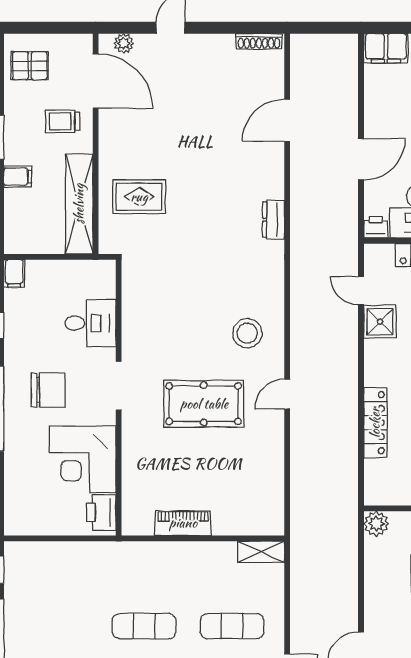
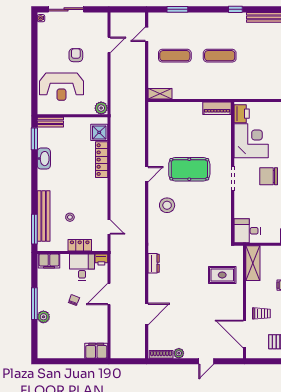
plant: (124, 43) -> (179, 353), moved
shelving: (79, 204) -> (253, 263), width x0.68
shower: (380, 322) -> (99, 132), moved
desk: (91, 323) -> (247, 231), moved
piano: (183, 523) -> (217, 108), moved

